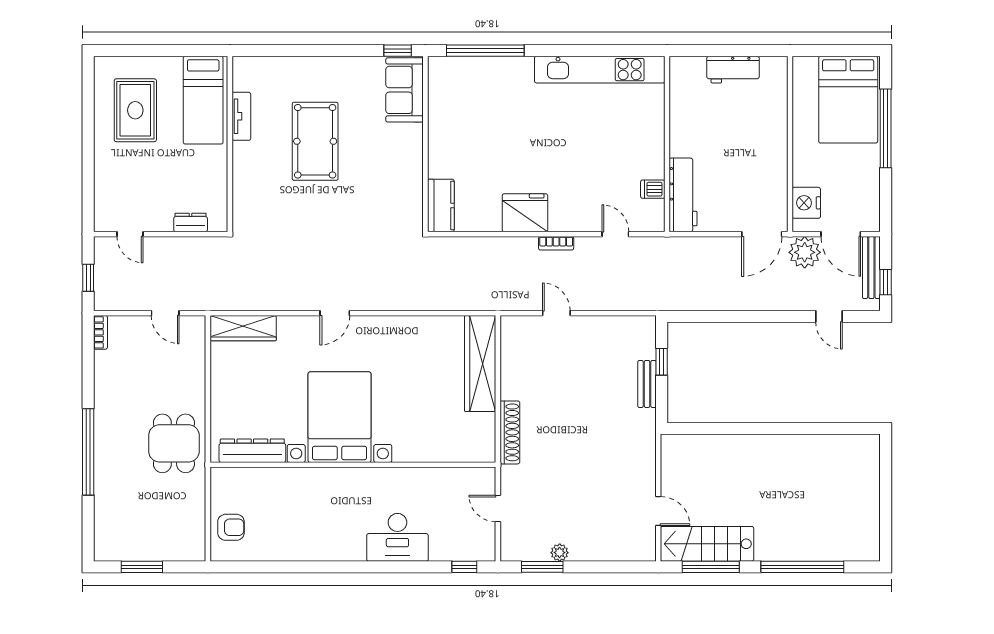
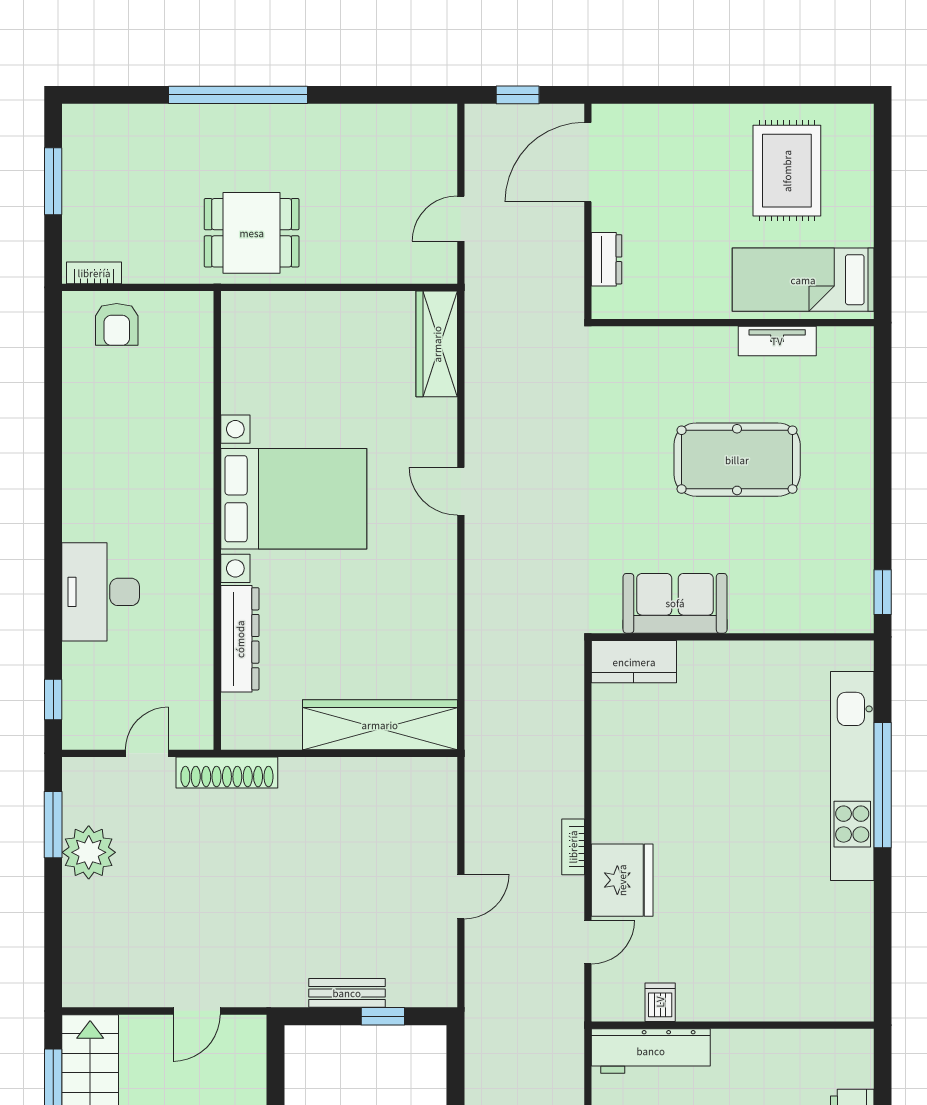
window: (485, 51) -> (883, 785), moved
kitchen unit: (600, 70) -> (852, 776), moved
sofa: (405, 90) -> (675, 603), moved
rug: (135, 110) -> (787, 171), turned 90
fridge: (525, 213) -> (622, 880), moved
door: (130, 234) -> (588, 162), width x1.87
door: (556, 313) -> (461, 896), moved
bookcase: (100, 332) -> (94, 273), moved, turned 180
shoe rack: (510, 432) -> (227, 773), moved
dresser: (252, 451) -> (240, 639), moved
door: (658, 511) -> (197, 1011), moved
plant: (560, 553) -> (89, 852), width x1.87, depth x1.87

